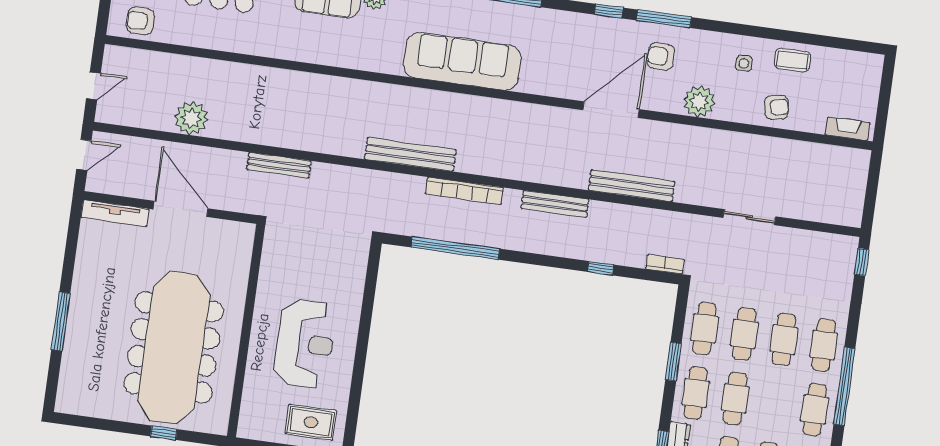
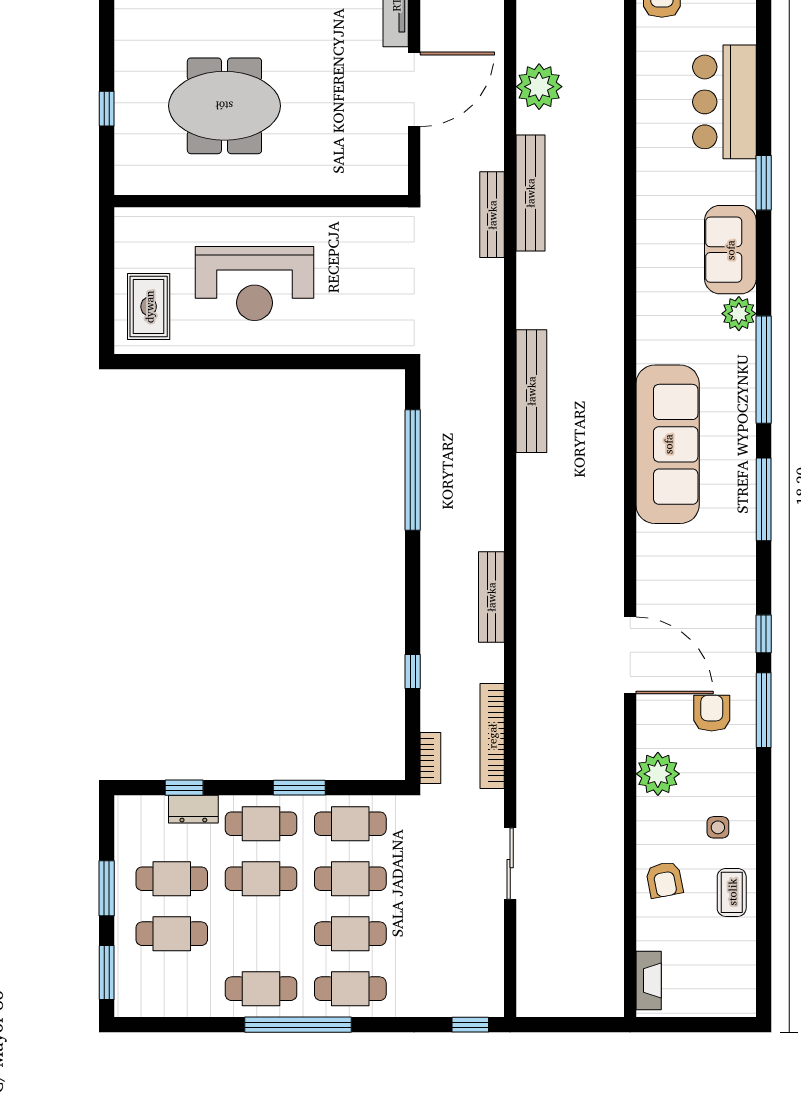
bench: (632, 186) -> (530, 193), moved
bookcase: (465, 191) -> (492, 736), moved
meeting table: (174, 347) -> (224, 106), width x0.54, depth x0.79

